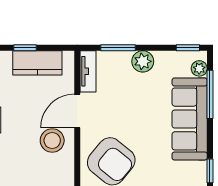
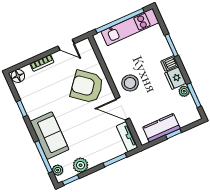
plant: (143, 61) -> (81, 165), moved
door: (77, 111) -> (123, 109), swing flipped
sofa: (190, 119) -> (49, 136), width x0.73

